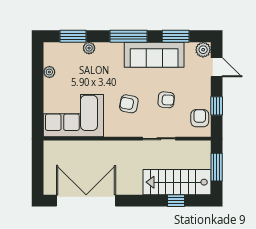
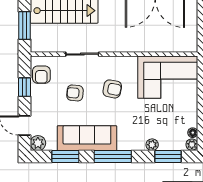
floor lamp: (48, 60) -> (193, 133), added
plant: (49, 72) -> (192, 145), moved

